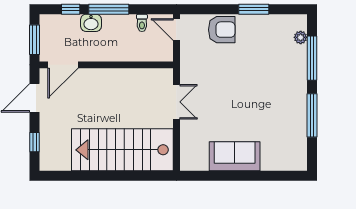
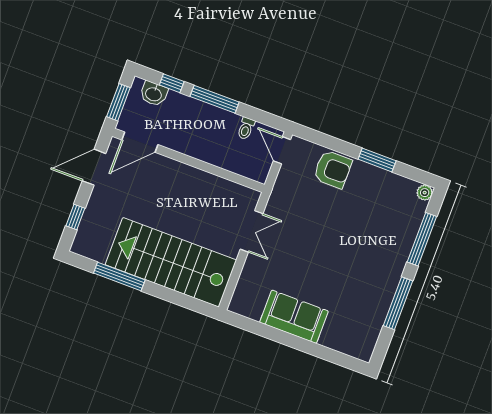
washbasin: (91, 23) -> (154, 94), moved
plant: (301, 37) -> (425, 193), moved
window: (86, 176) -> (119, 276), added

